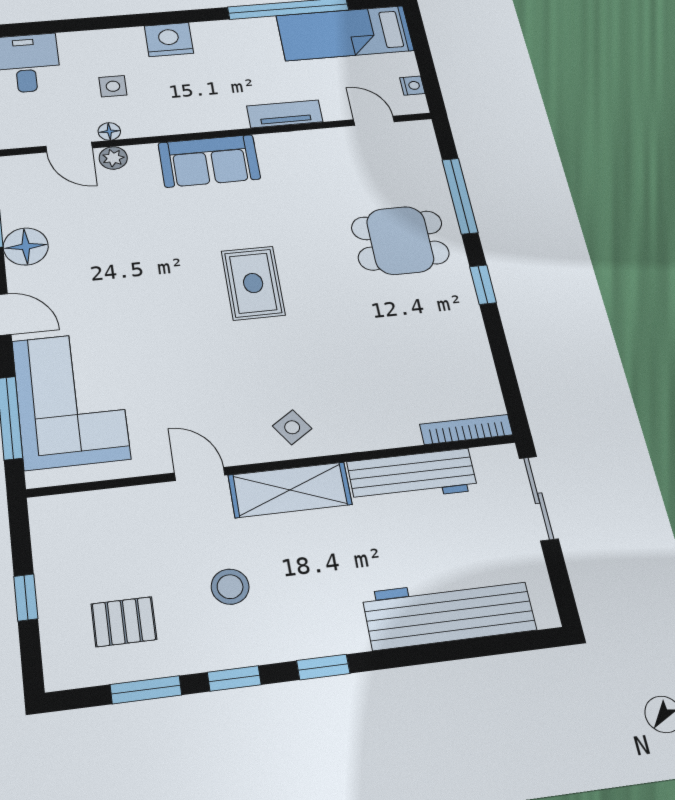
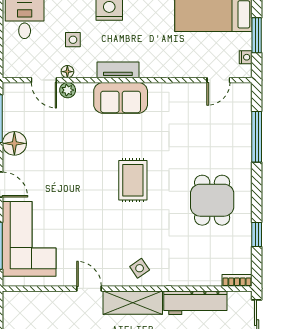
window: (423, 55) -> (257, 35), added
tv unit: (285, 114) -> (118, 70), moved
door: (374, 121) -> (218, 80), swing flipped
dining table: (400, 240) -> (212, 200), moved, turned 90
window: (483, 285) -> (257, 235), moved
bookcase: (466, 429) -> (237, 280), width x0.64

